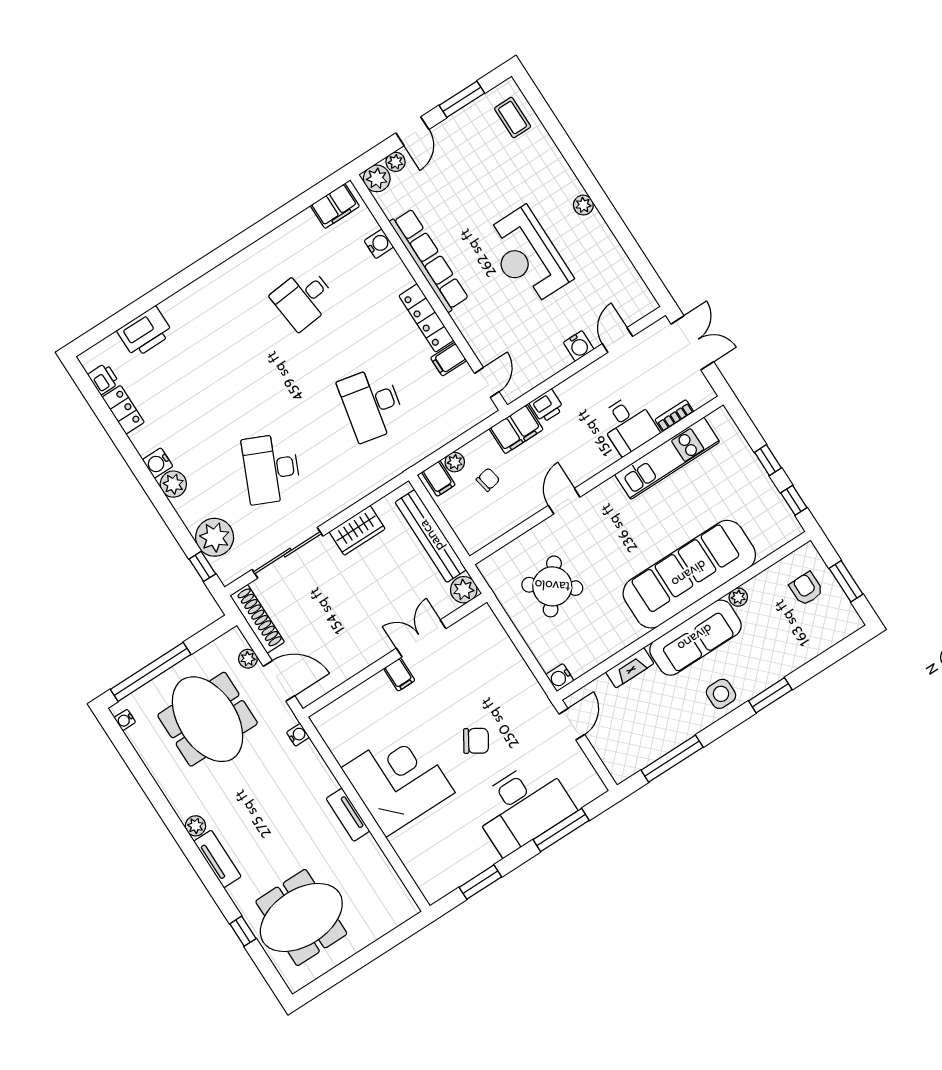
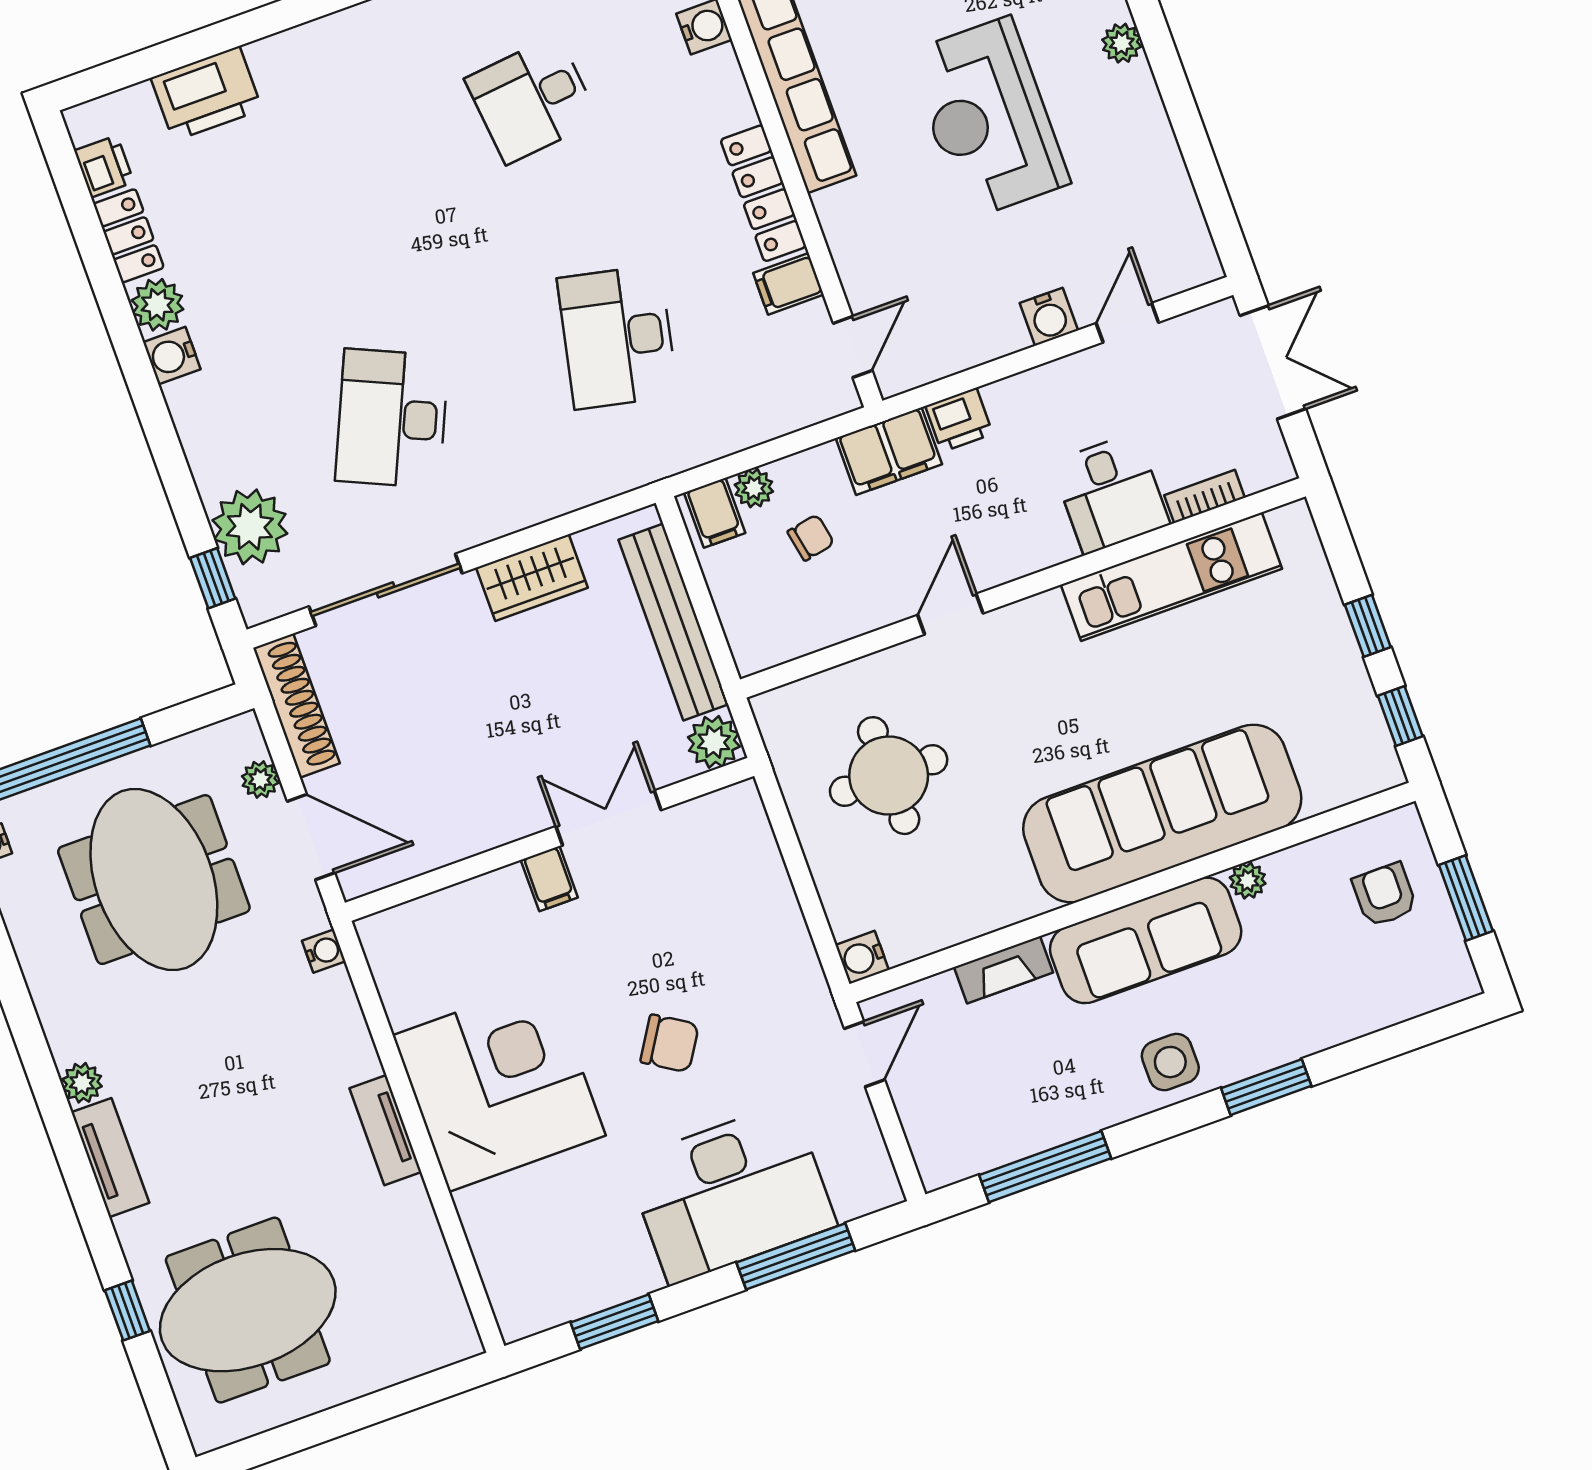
plant: (173, 484) -> (157, 305), moved
round table: (552, 586) -> (889, 776), turned -37

